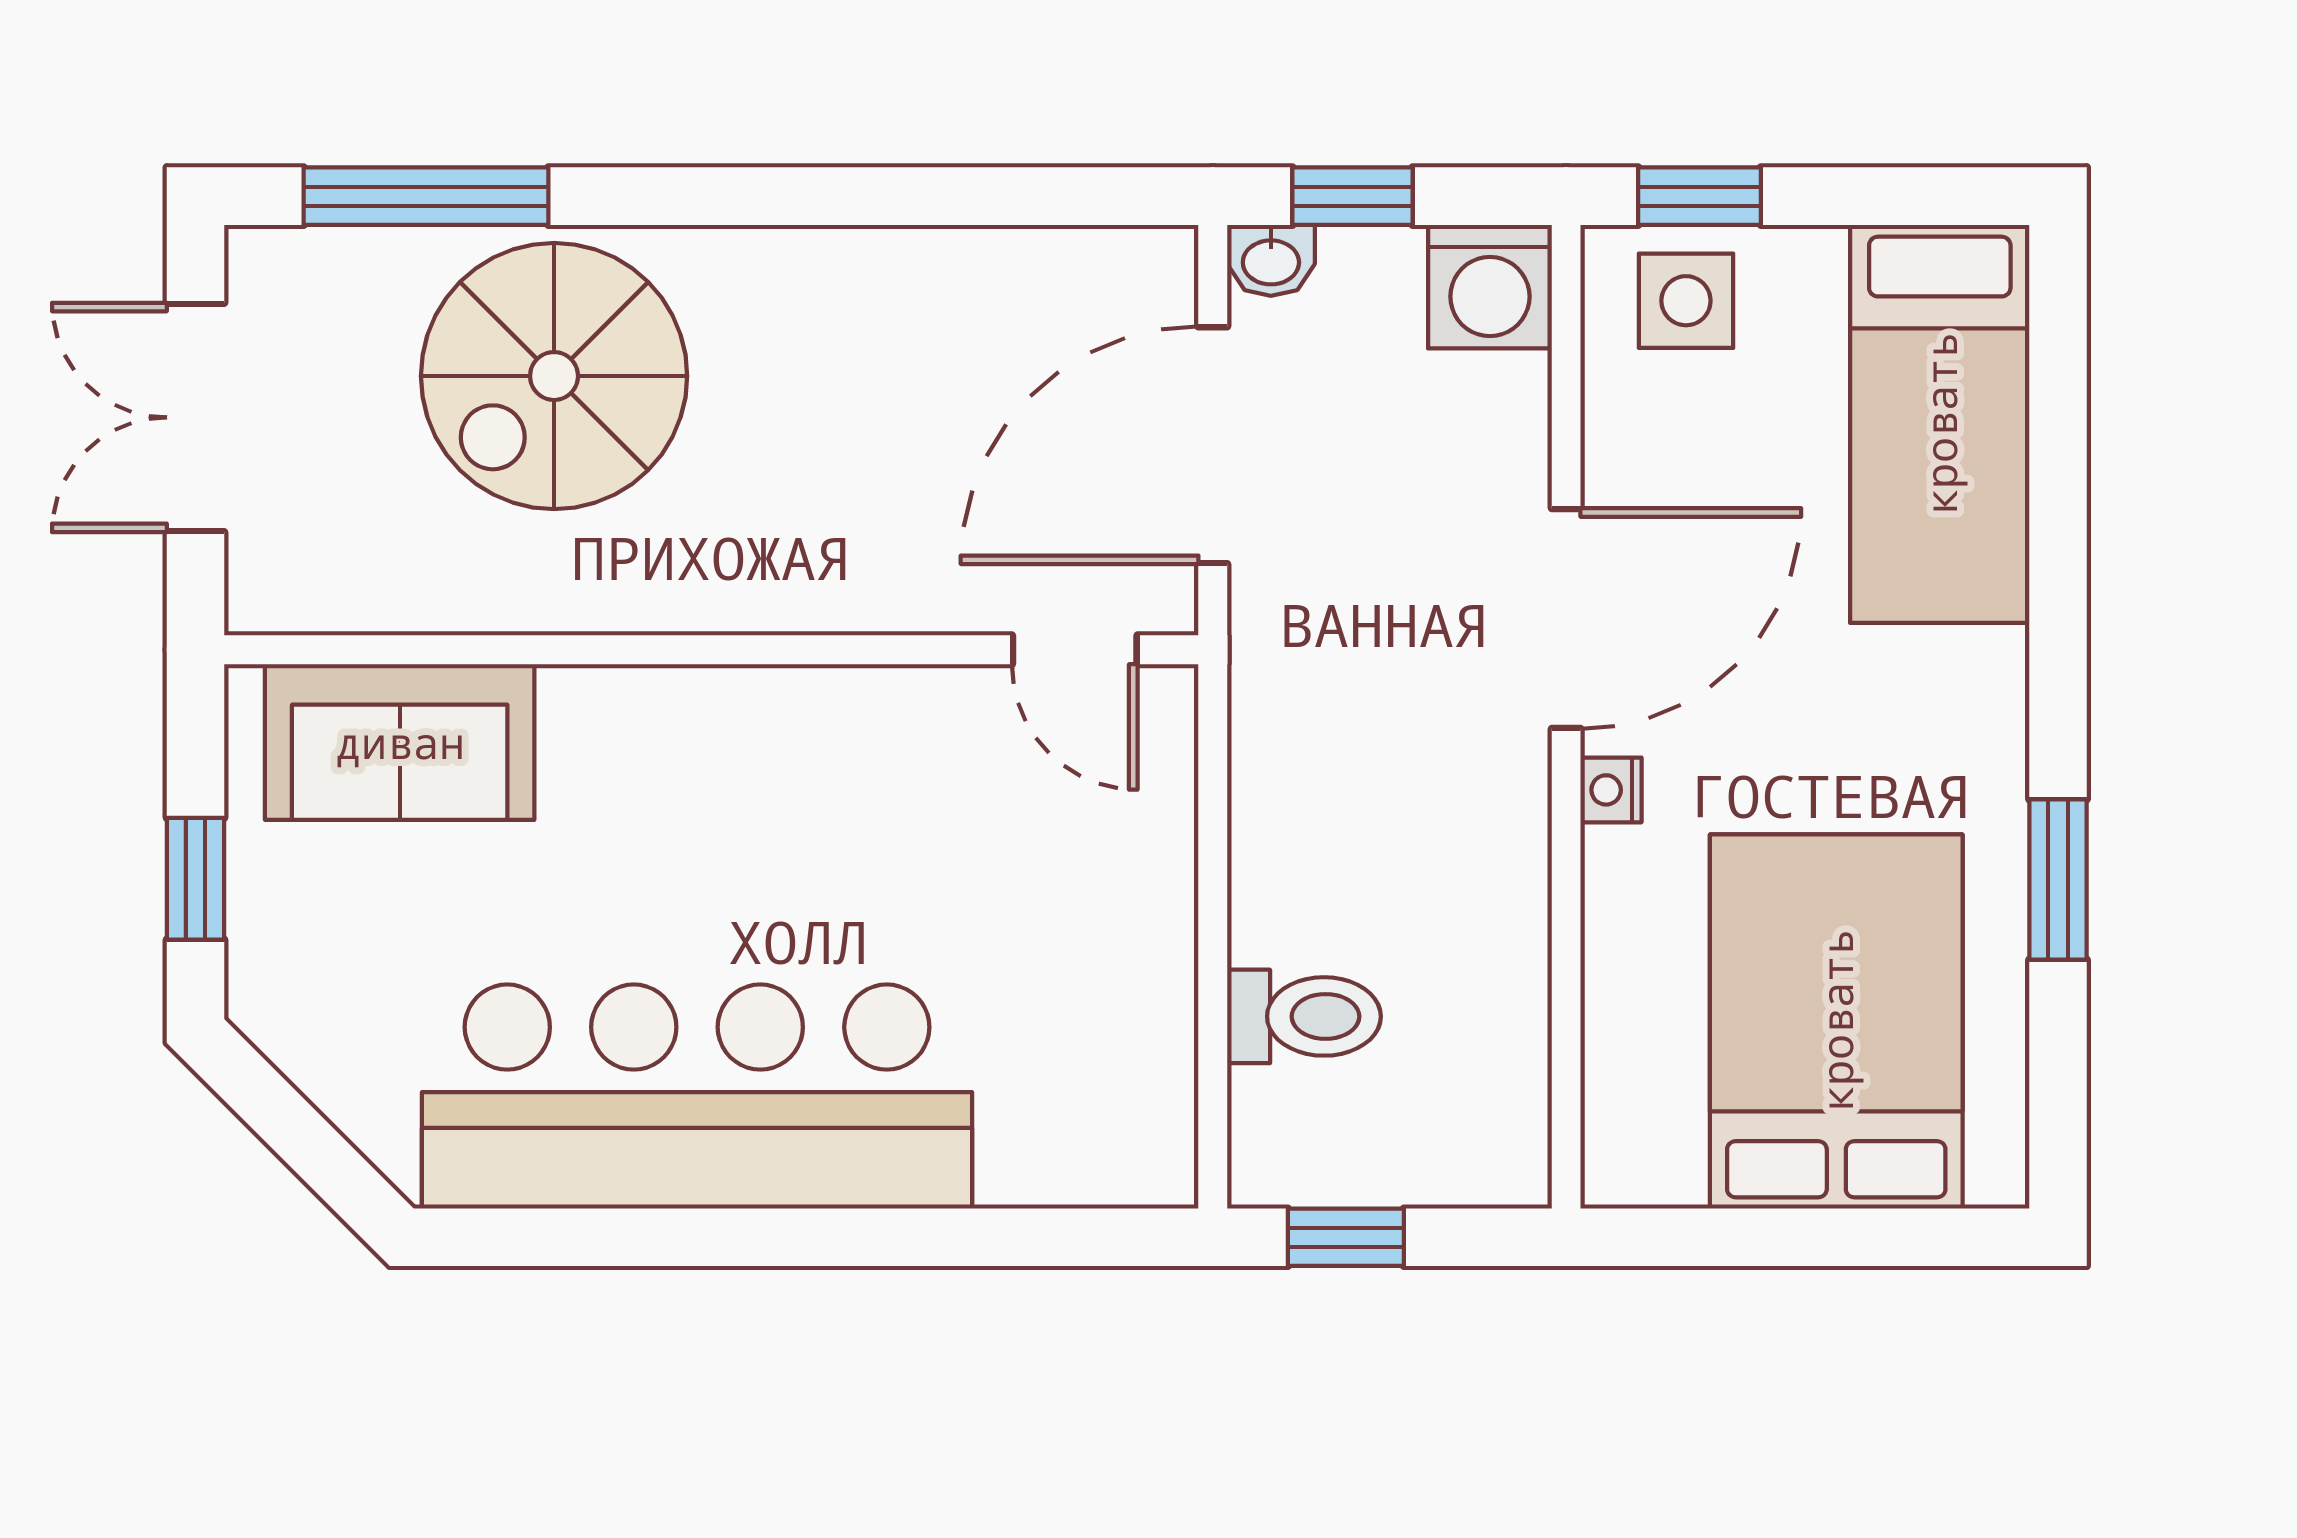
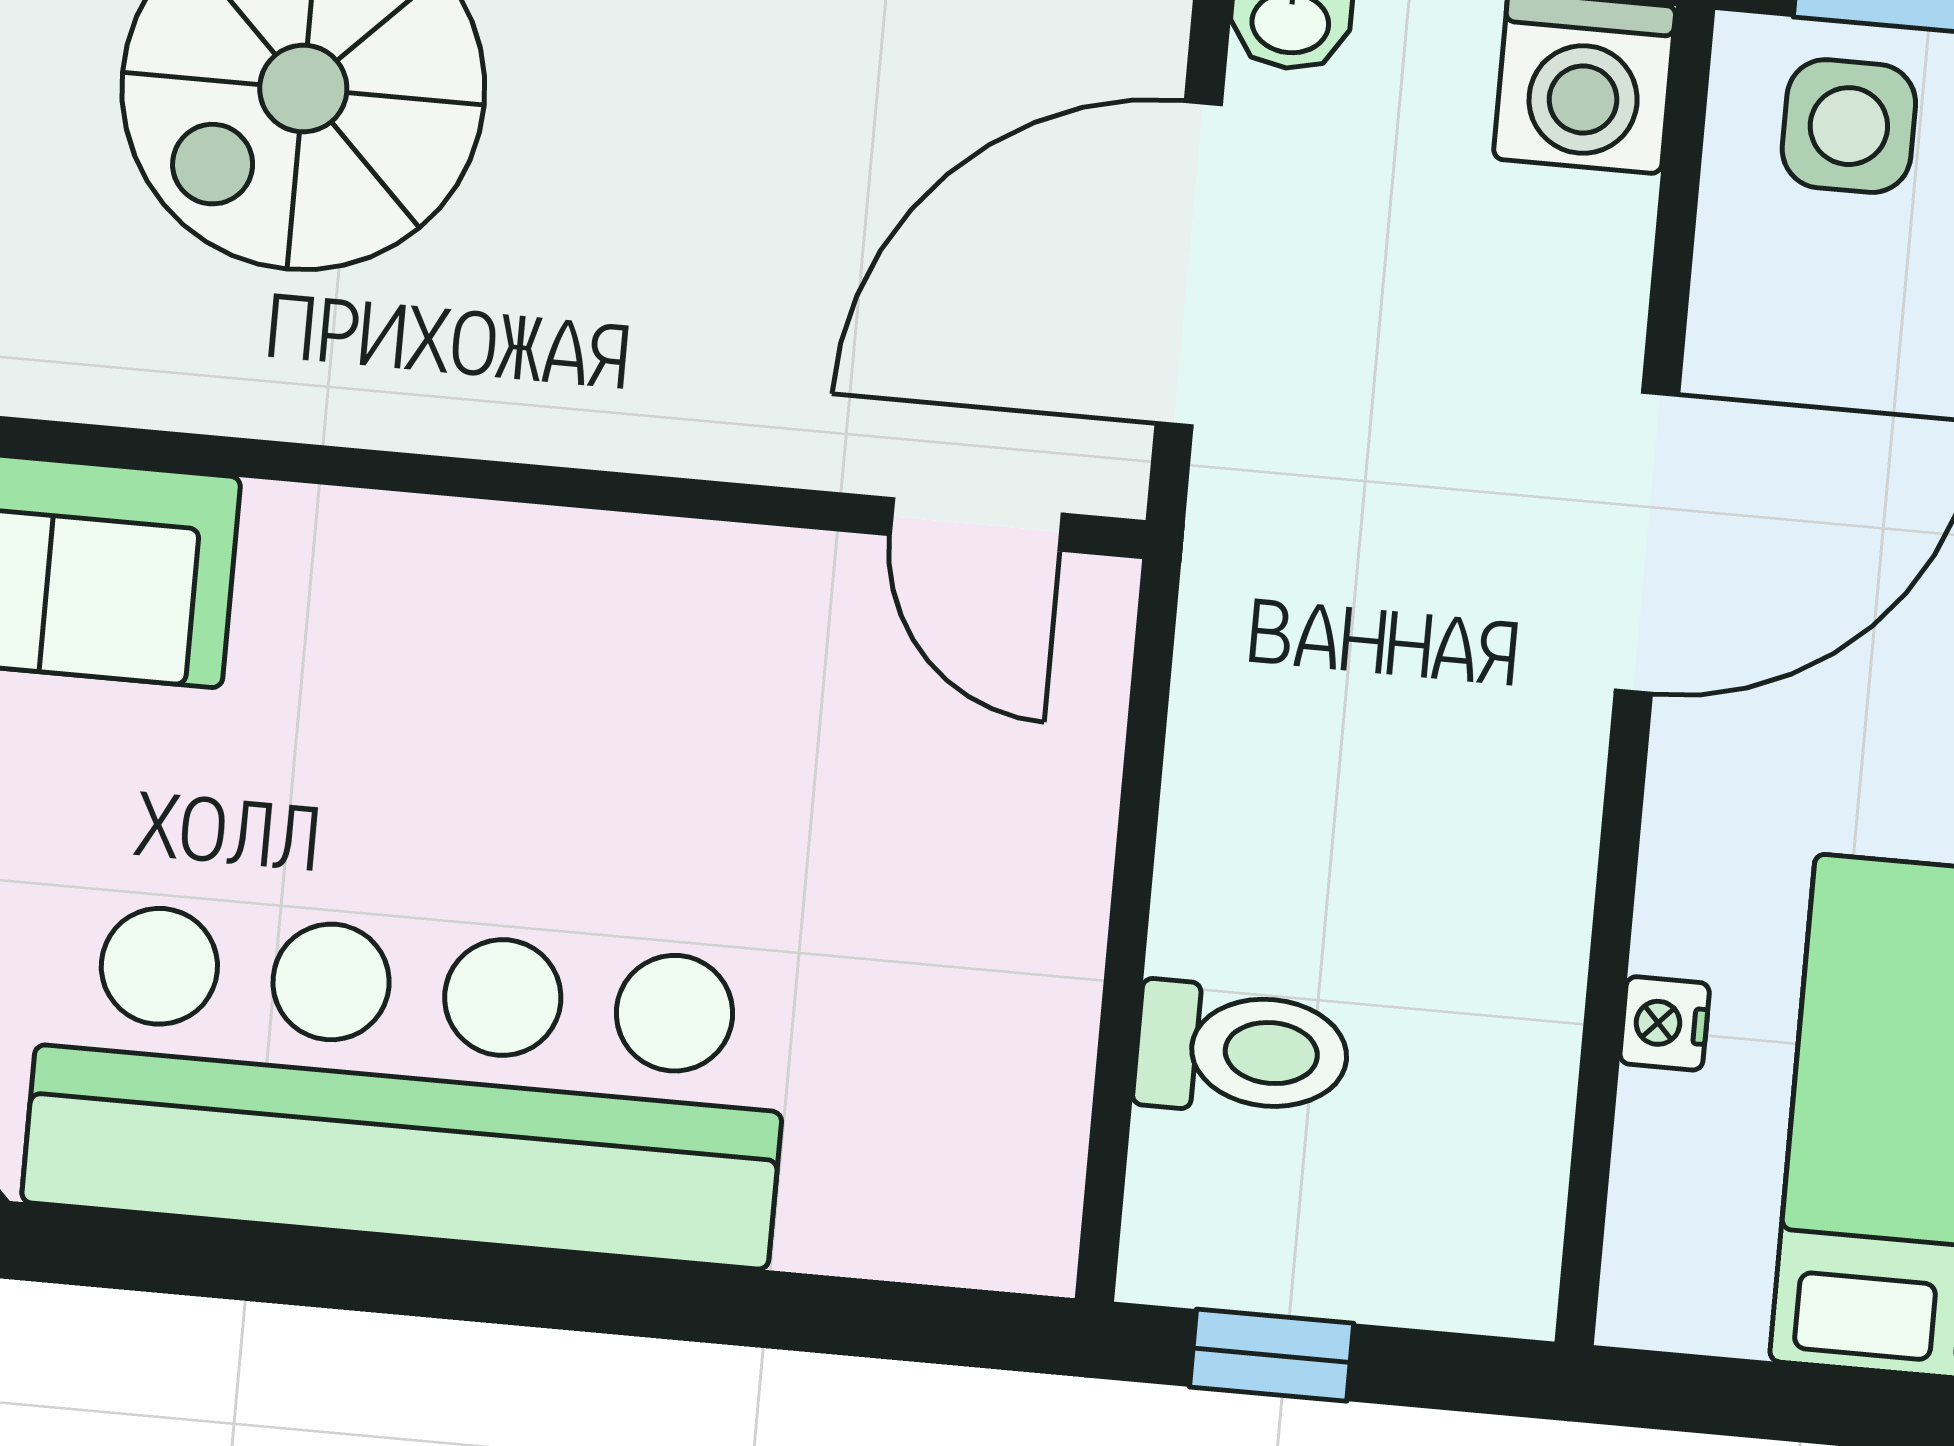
nightstand: (1611, 790) -> (1665, 1023), moved

